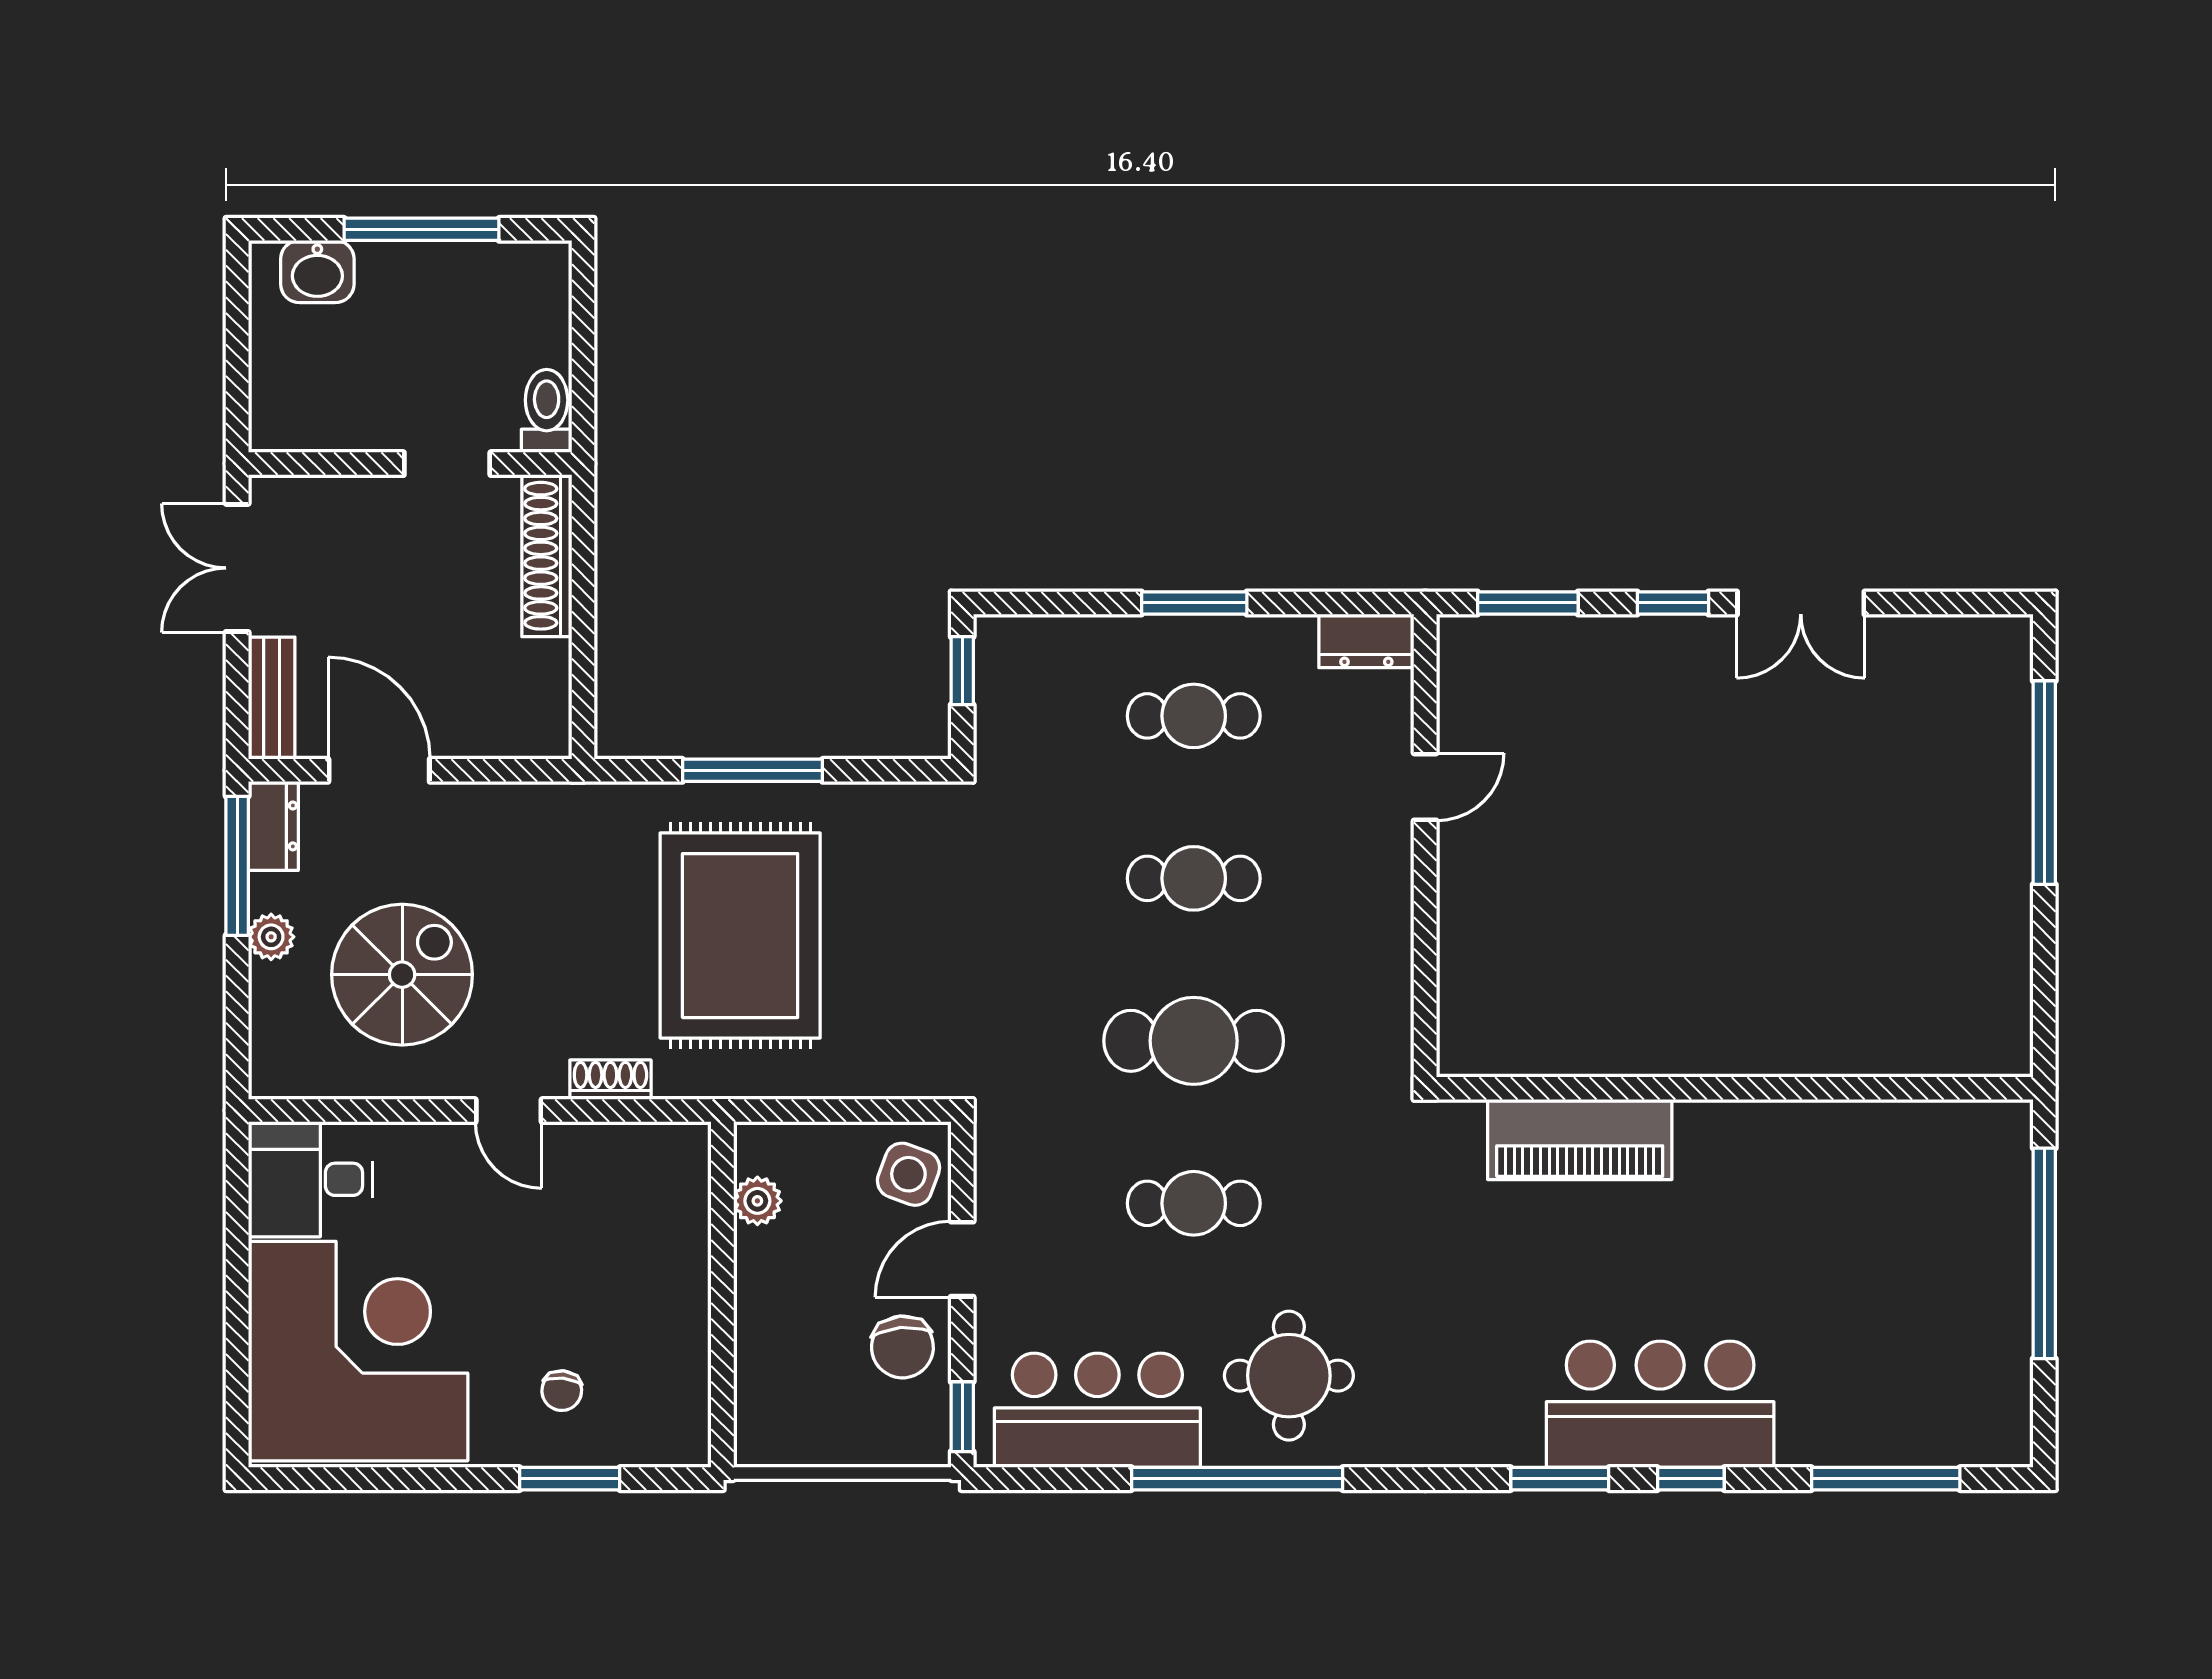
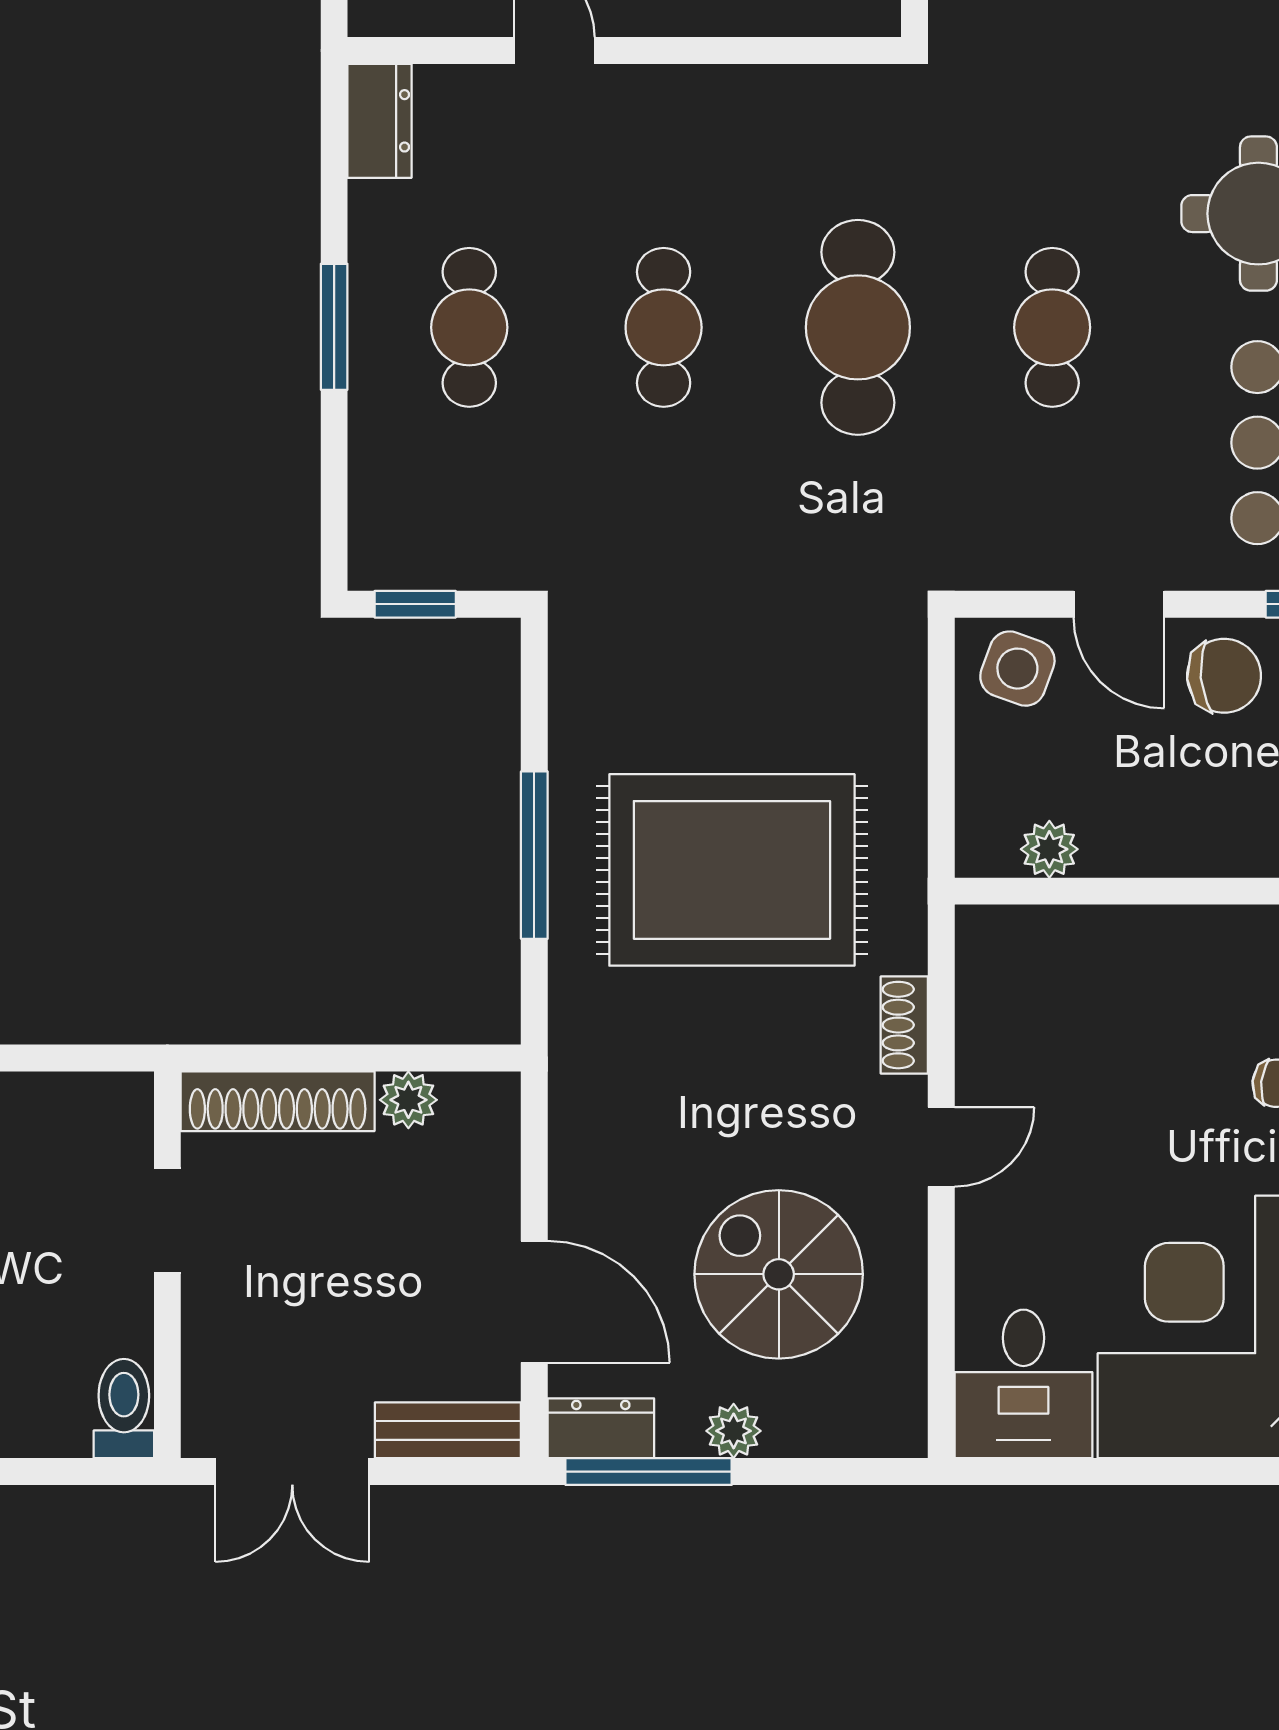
toilet: (547, 411) -> (124, 1409), moved, turned 90
plant: (548, 665) -> (408, 1100), added
door: (379, 770) -> (534, 1302), swing flipped

